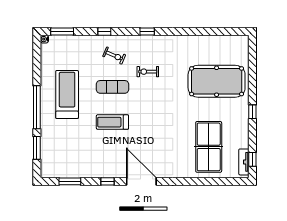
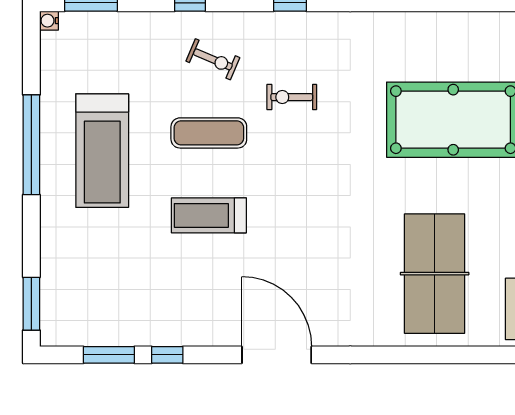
treadmill: (67, 94) -> (102, 151), turned 180
window: (37, 107) -> (31, 145), moved
window: (37, 148) -> (31, 304), moved
window: (108, 181) -> (167, 355), moved

